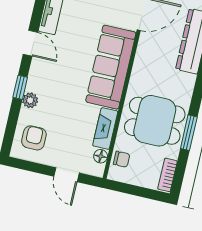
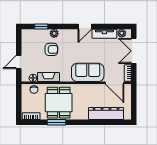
sofa: (111, 67) -> (88, 72), width x0.73
window: (20, 87) -> (41, 26), moved
armchair: (34, 138) -> (51, 49), moved

